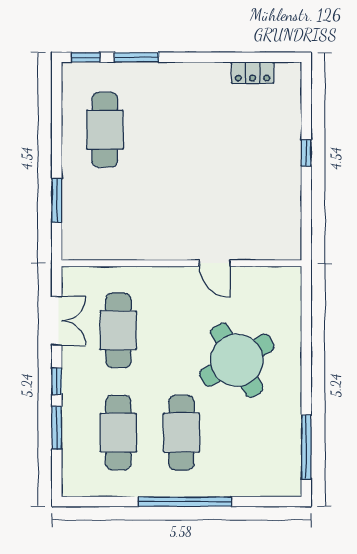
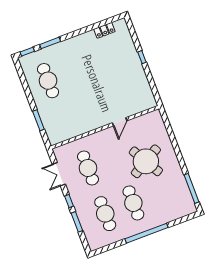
door: (215, 263) -> (120, 122), hinge flipped
double door: (57, 321) -> (59, 174), swing flipped

